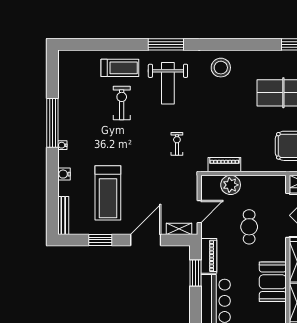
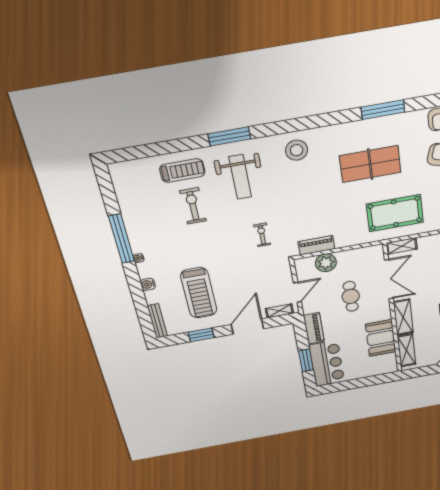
window: (195, 273) -> (306, 360), moved

